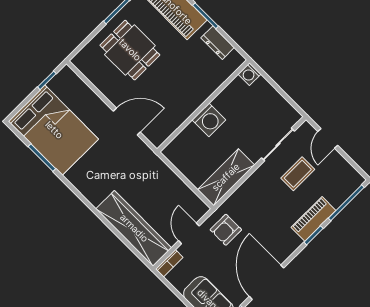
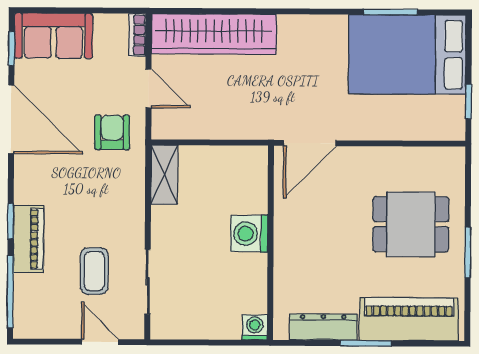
dresser: (218, 43) -> (323, 327), width x1.44
door: (127, 122) -> (310, 143), moved
shelving: (226, 177) -> (164, 175), width x0.67, depth x0.75

